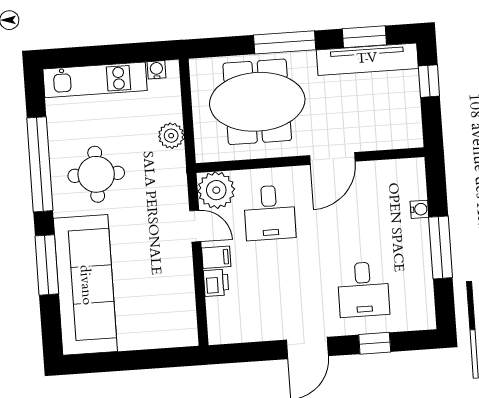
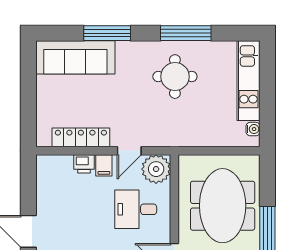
plant: (171, 136) -> (201, 137), removed
window: (40, 164) -> (186, 33), width x0.68
sofa: (85, 285) -> (75, 57), width x0.74, depth x0.79
locker: (183, 289) -> (81, 137), added

